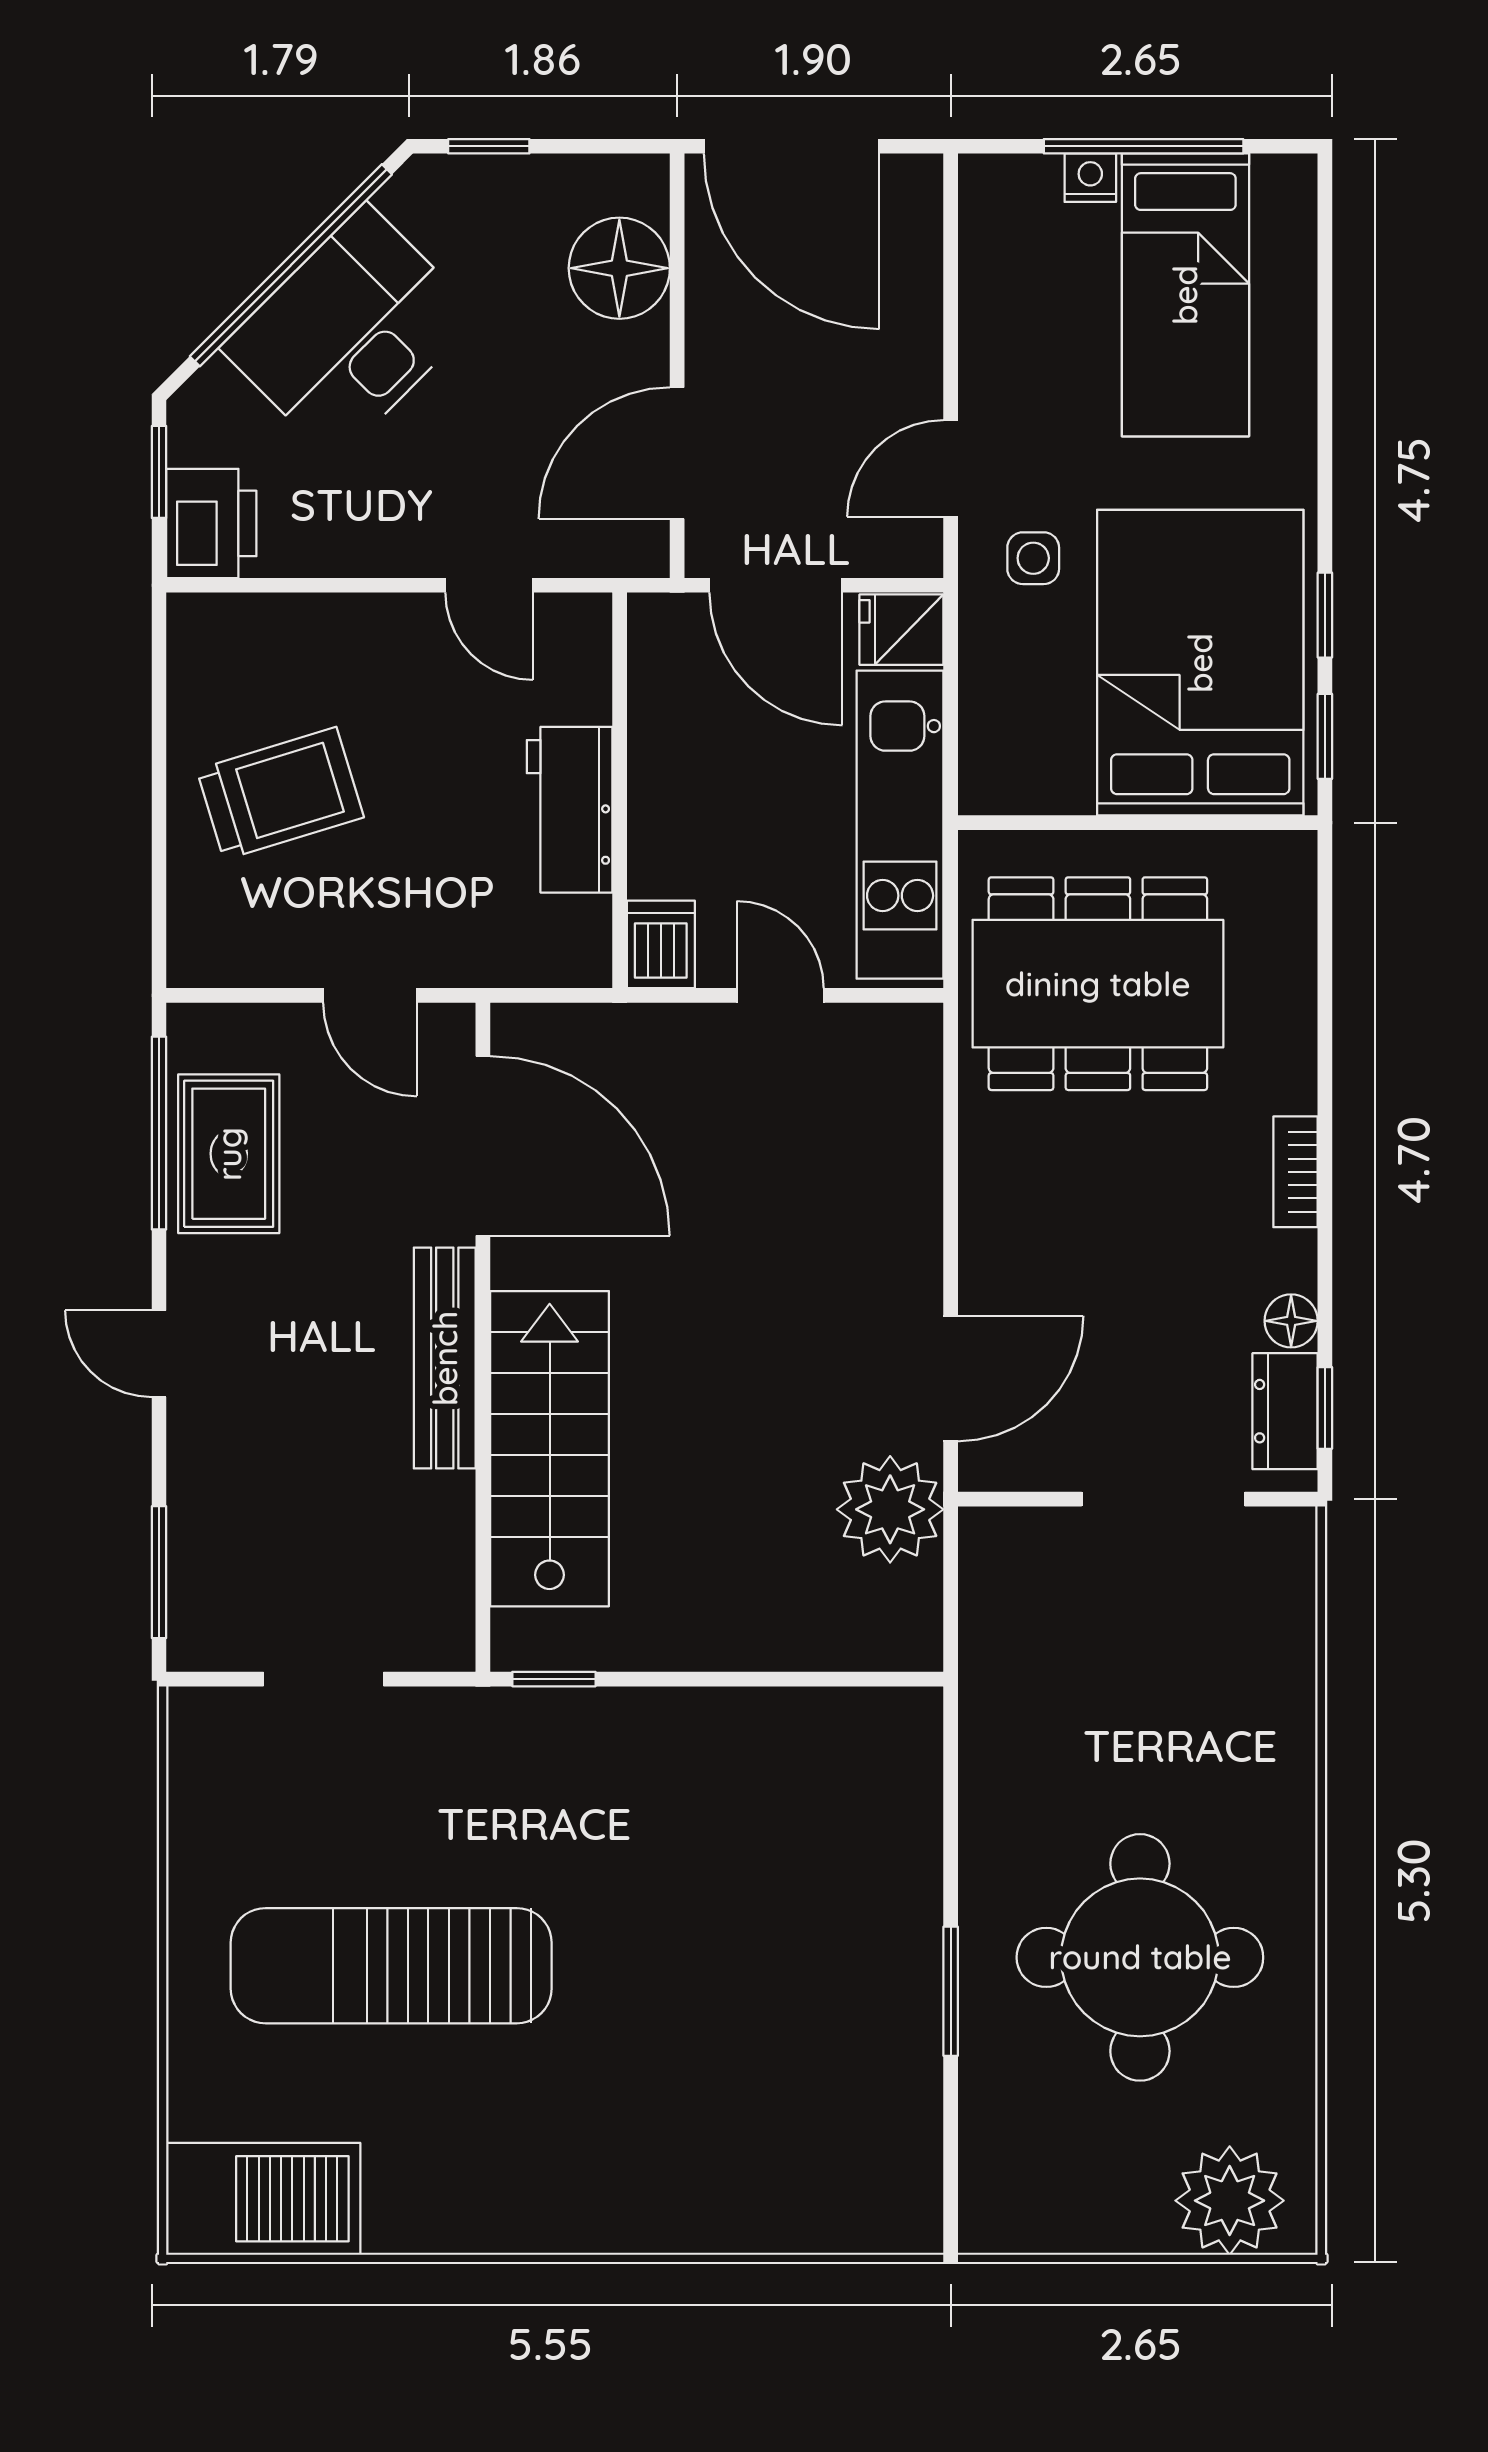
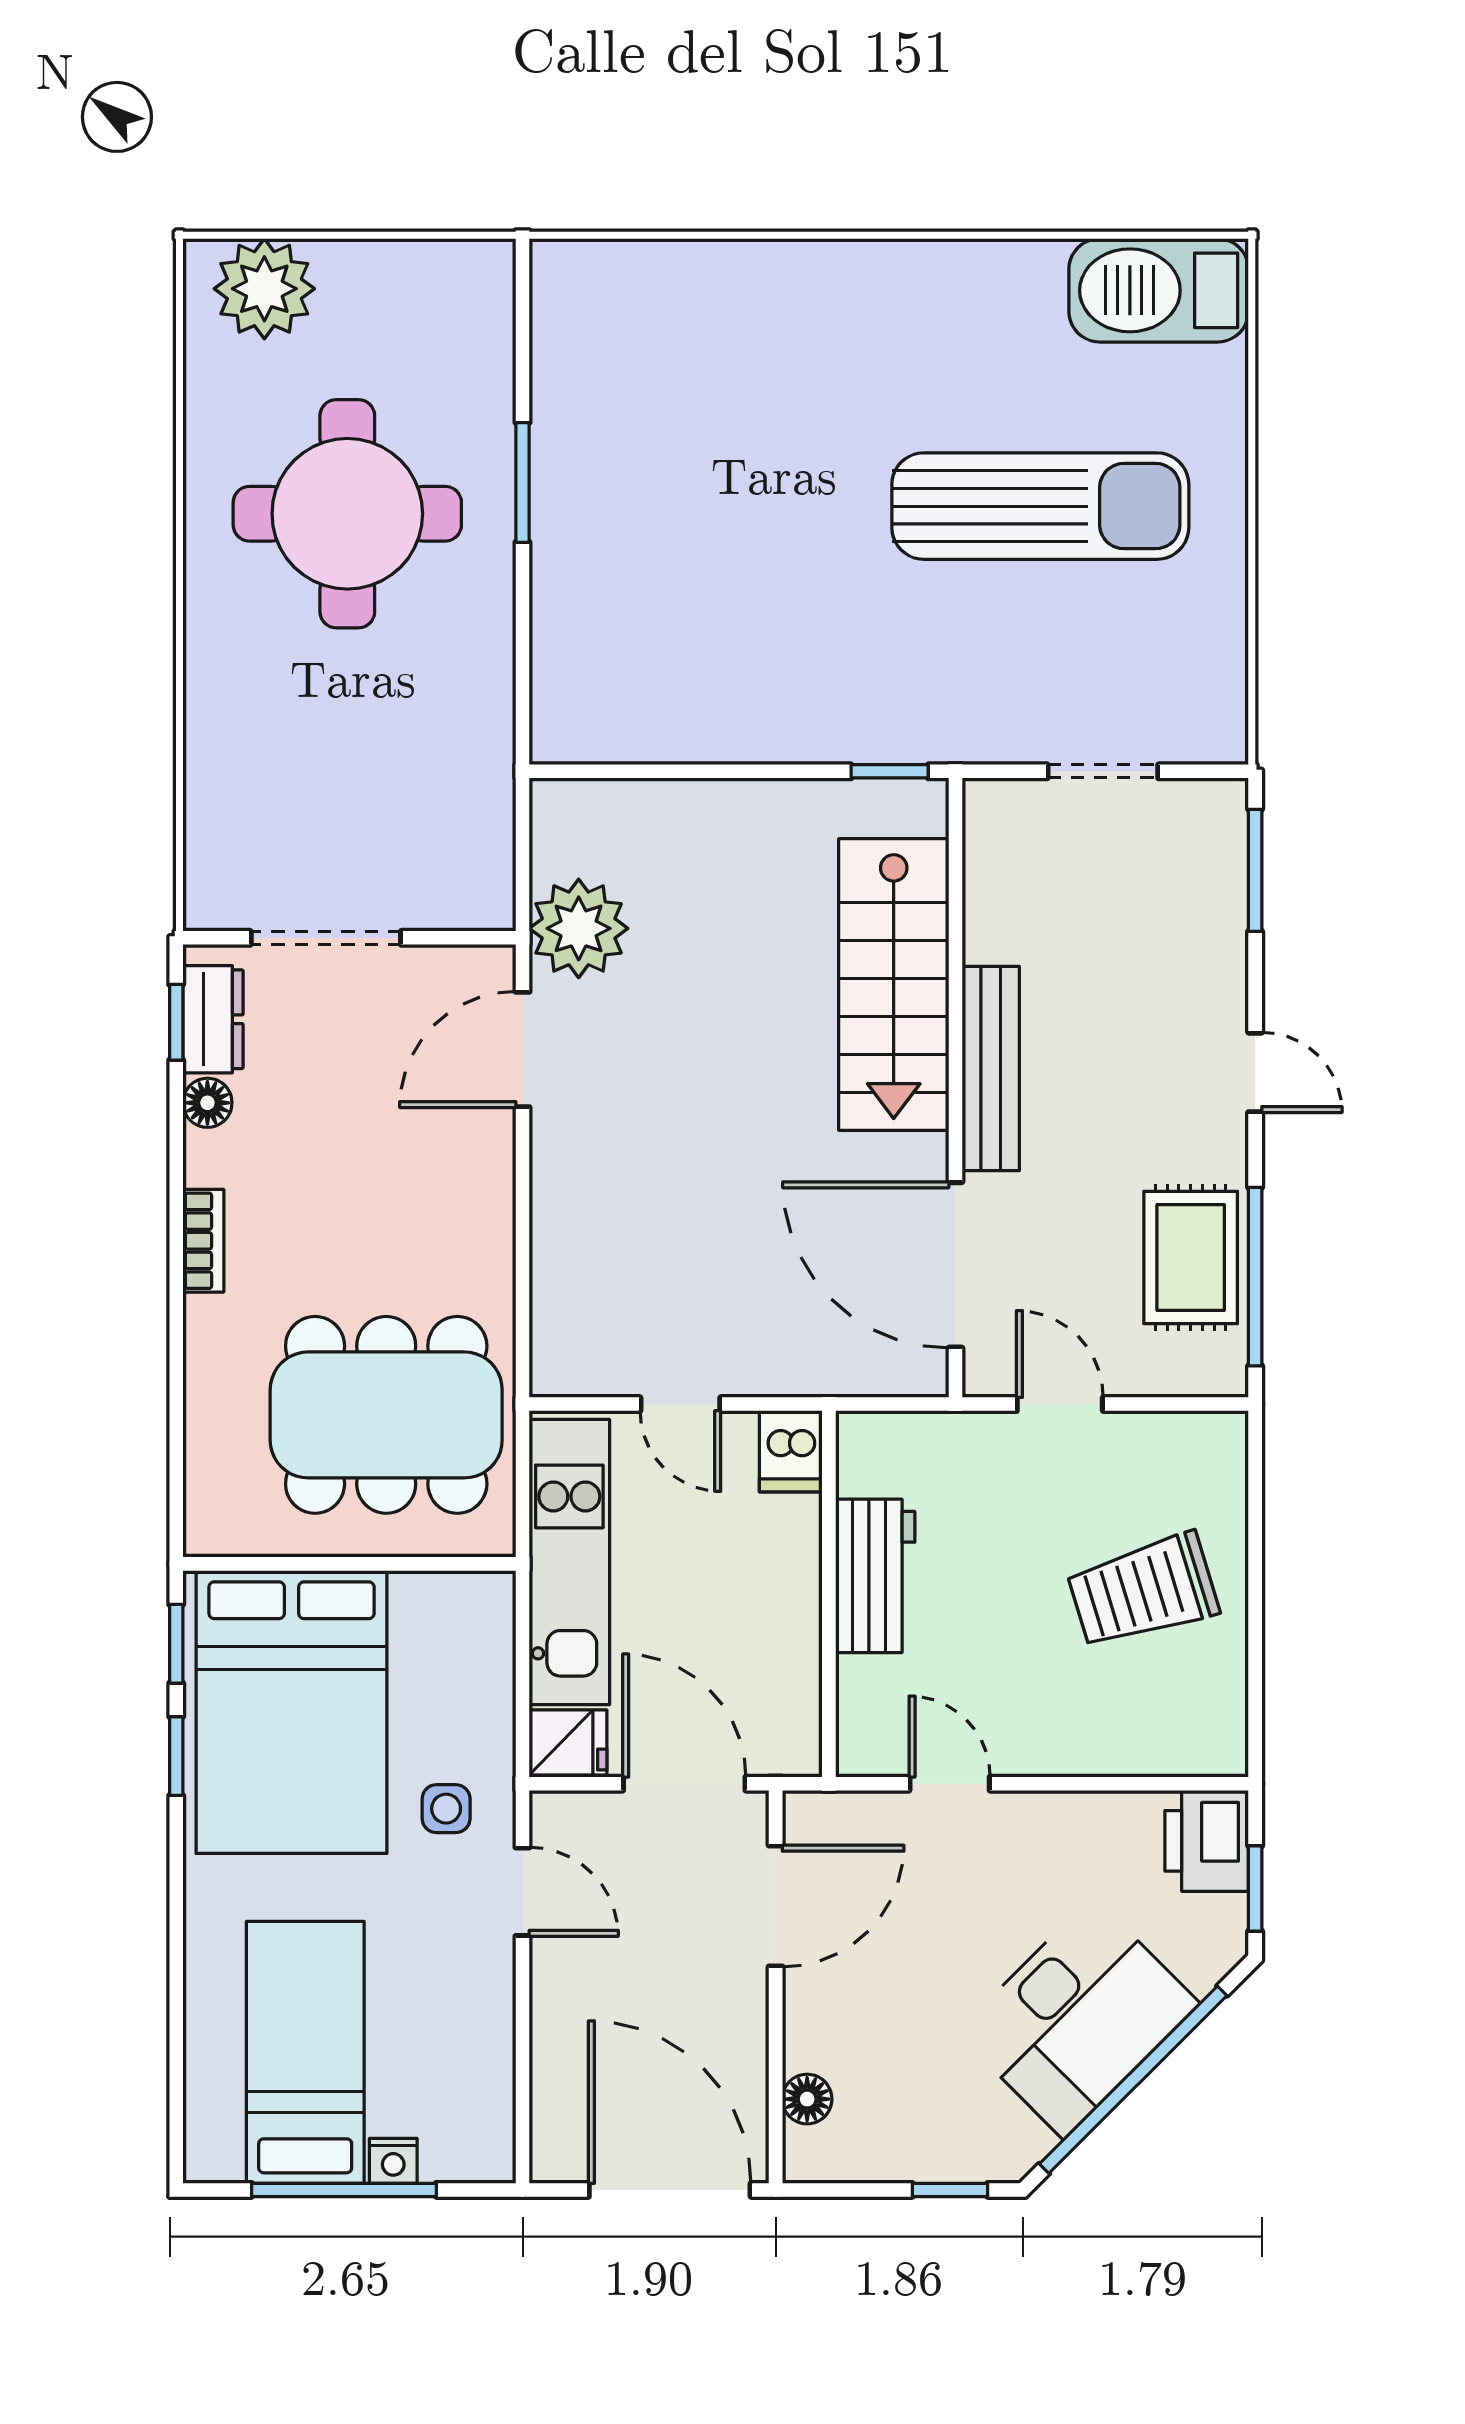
floor lamp: (619, 268) -> (807, 2099), width x0.53, depth x0.53
door: (951, 468) -> (523, 1892), hinge flipped

